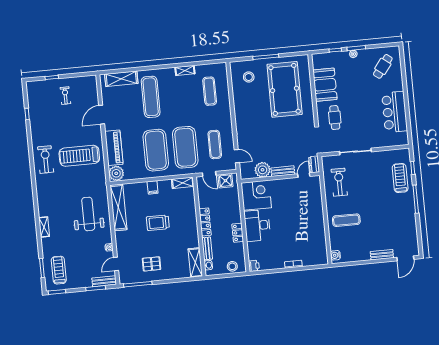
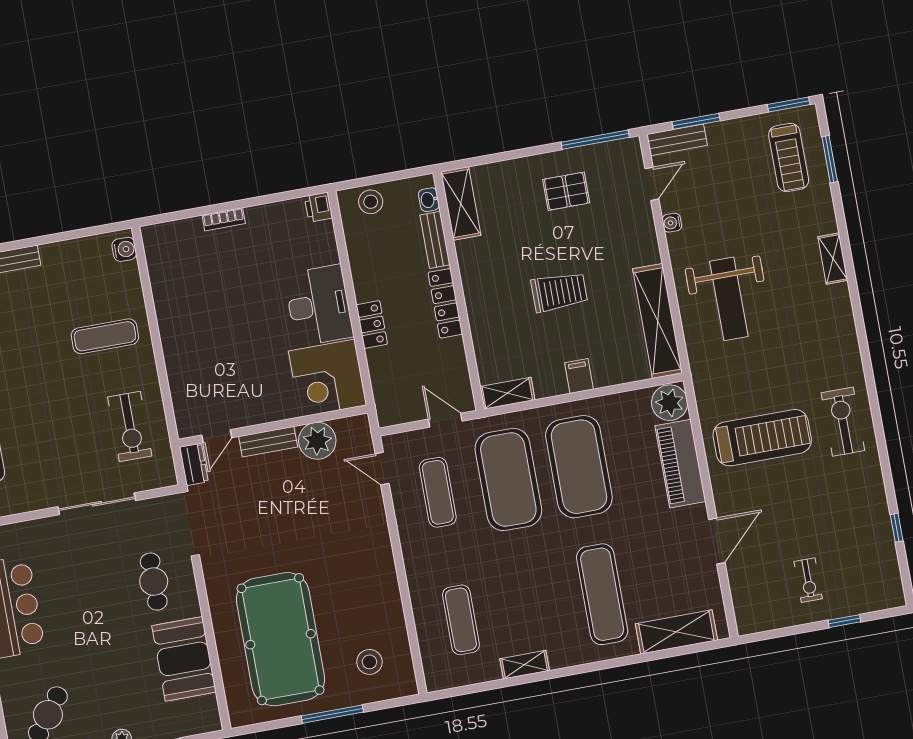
exercise bike: (46, 160) -> (843, 422), turned 180
shower: (225, 181) -> (405, 407), removed
locker: (238, 233) -> (372, 325), moved

